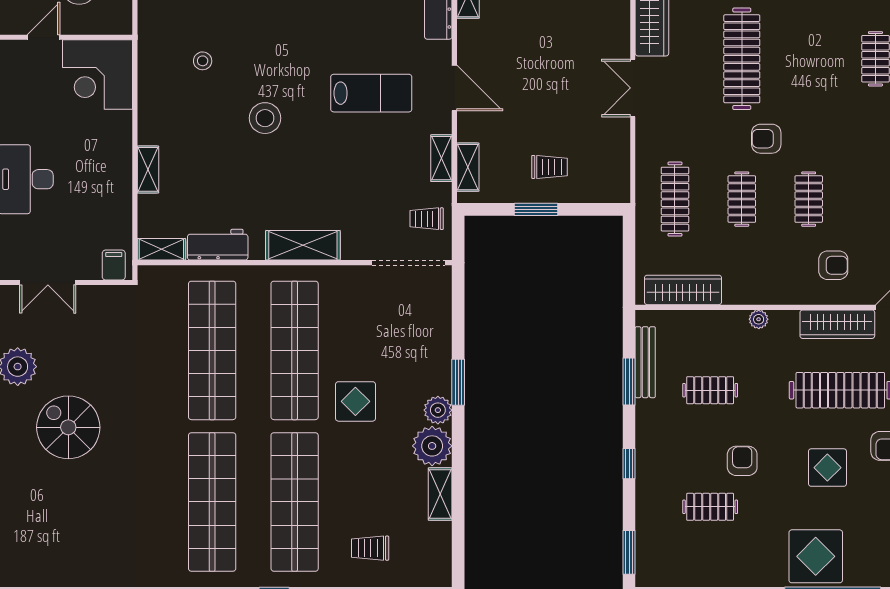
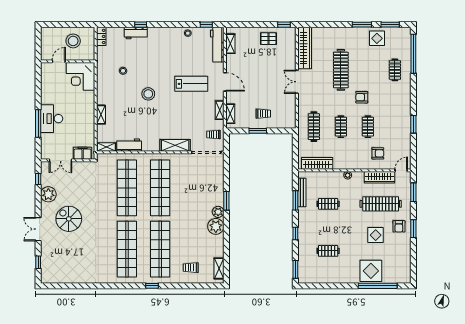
armchair: (766, 139) -> (362, 97), moved
shelving: (303, 245) -> (175, 145), moved
filing cabinet: (114, 265) -> (83, 153), width x2.00
display table: (355, 401) -> (185, 208), removed
armchair: (742, 461) -> (341, 232), removed
shelving: (440, 494) -> (219, 268), moved

